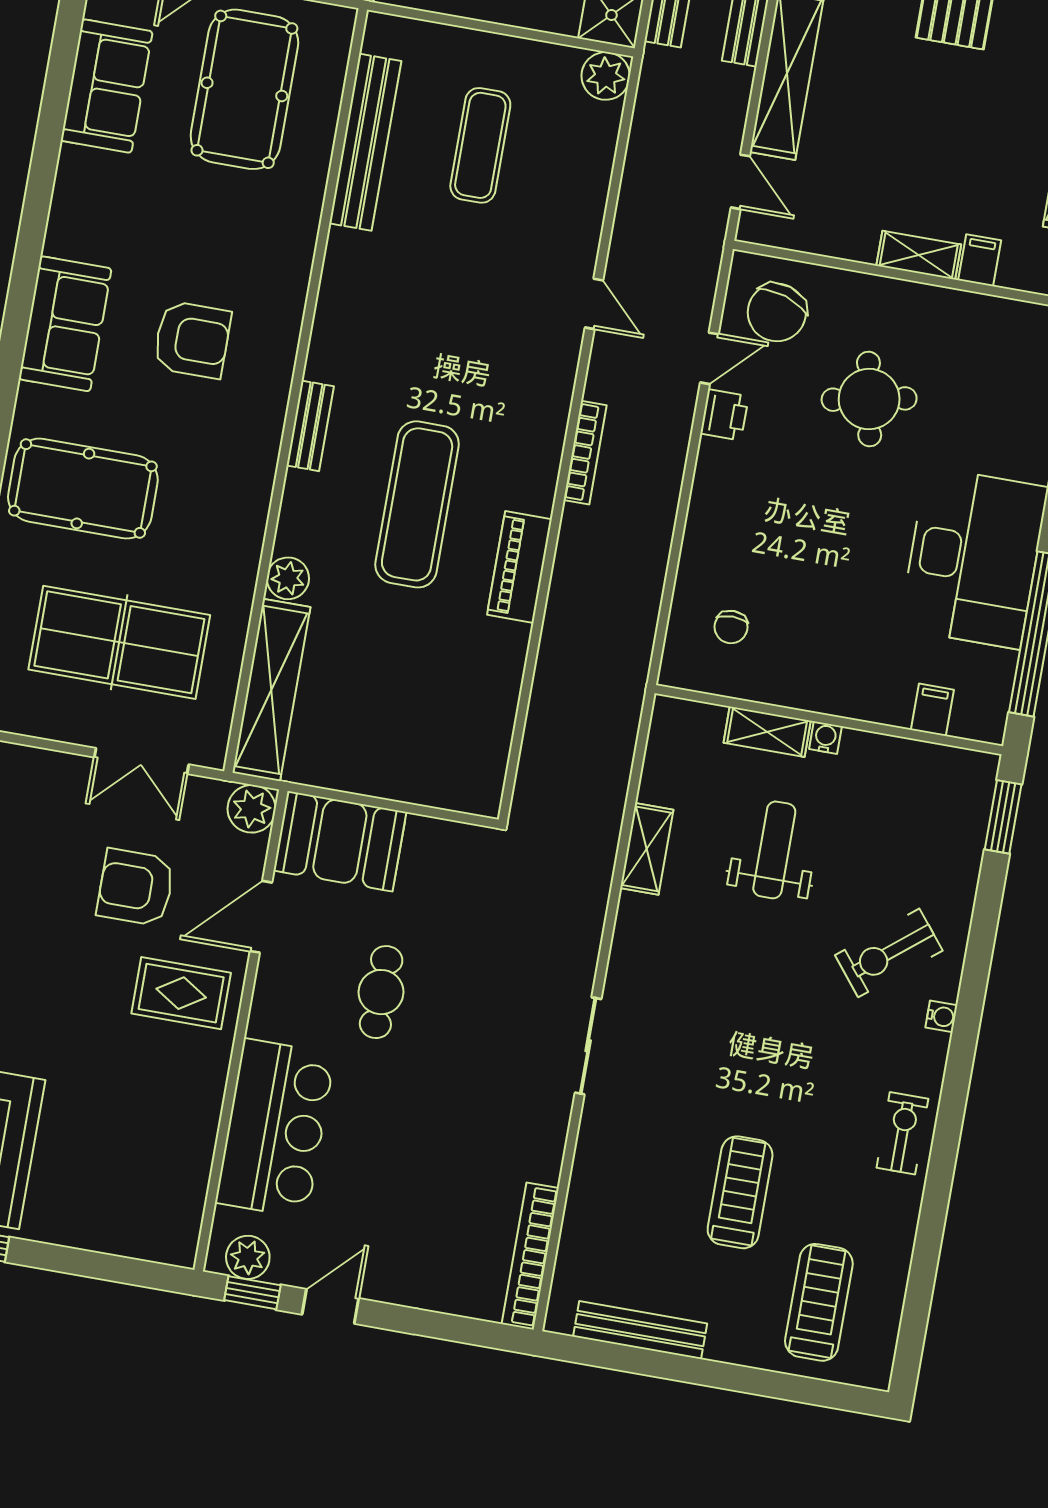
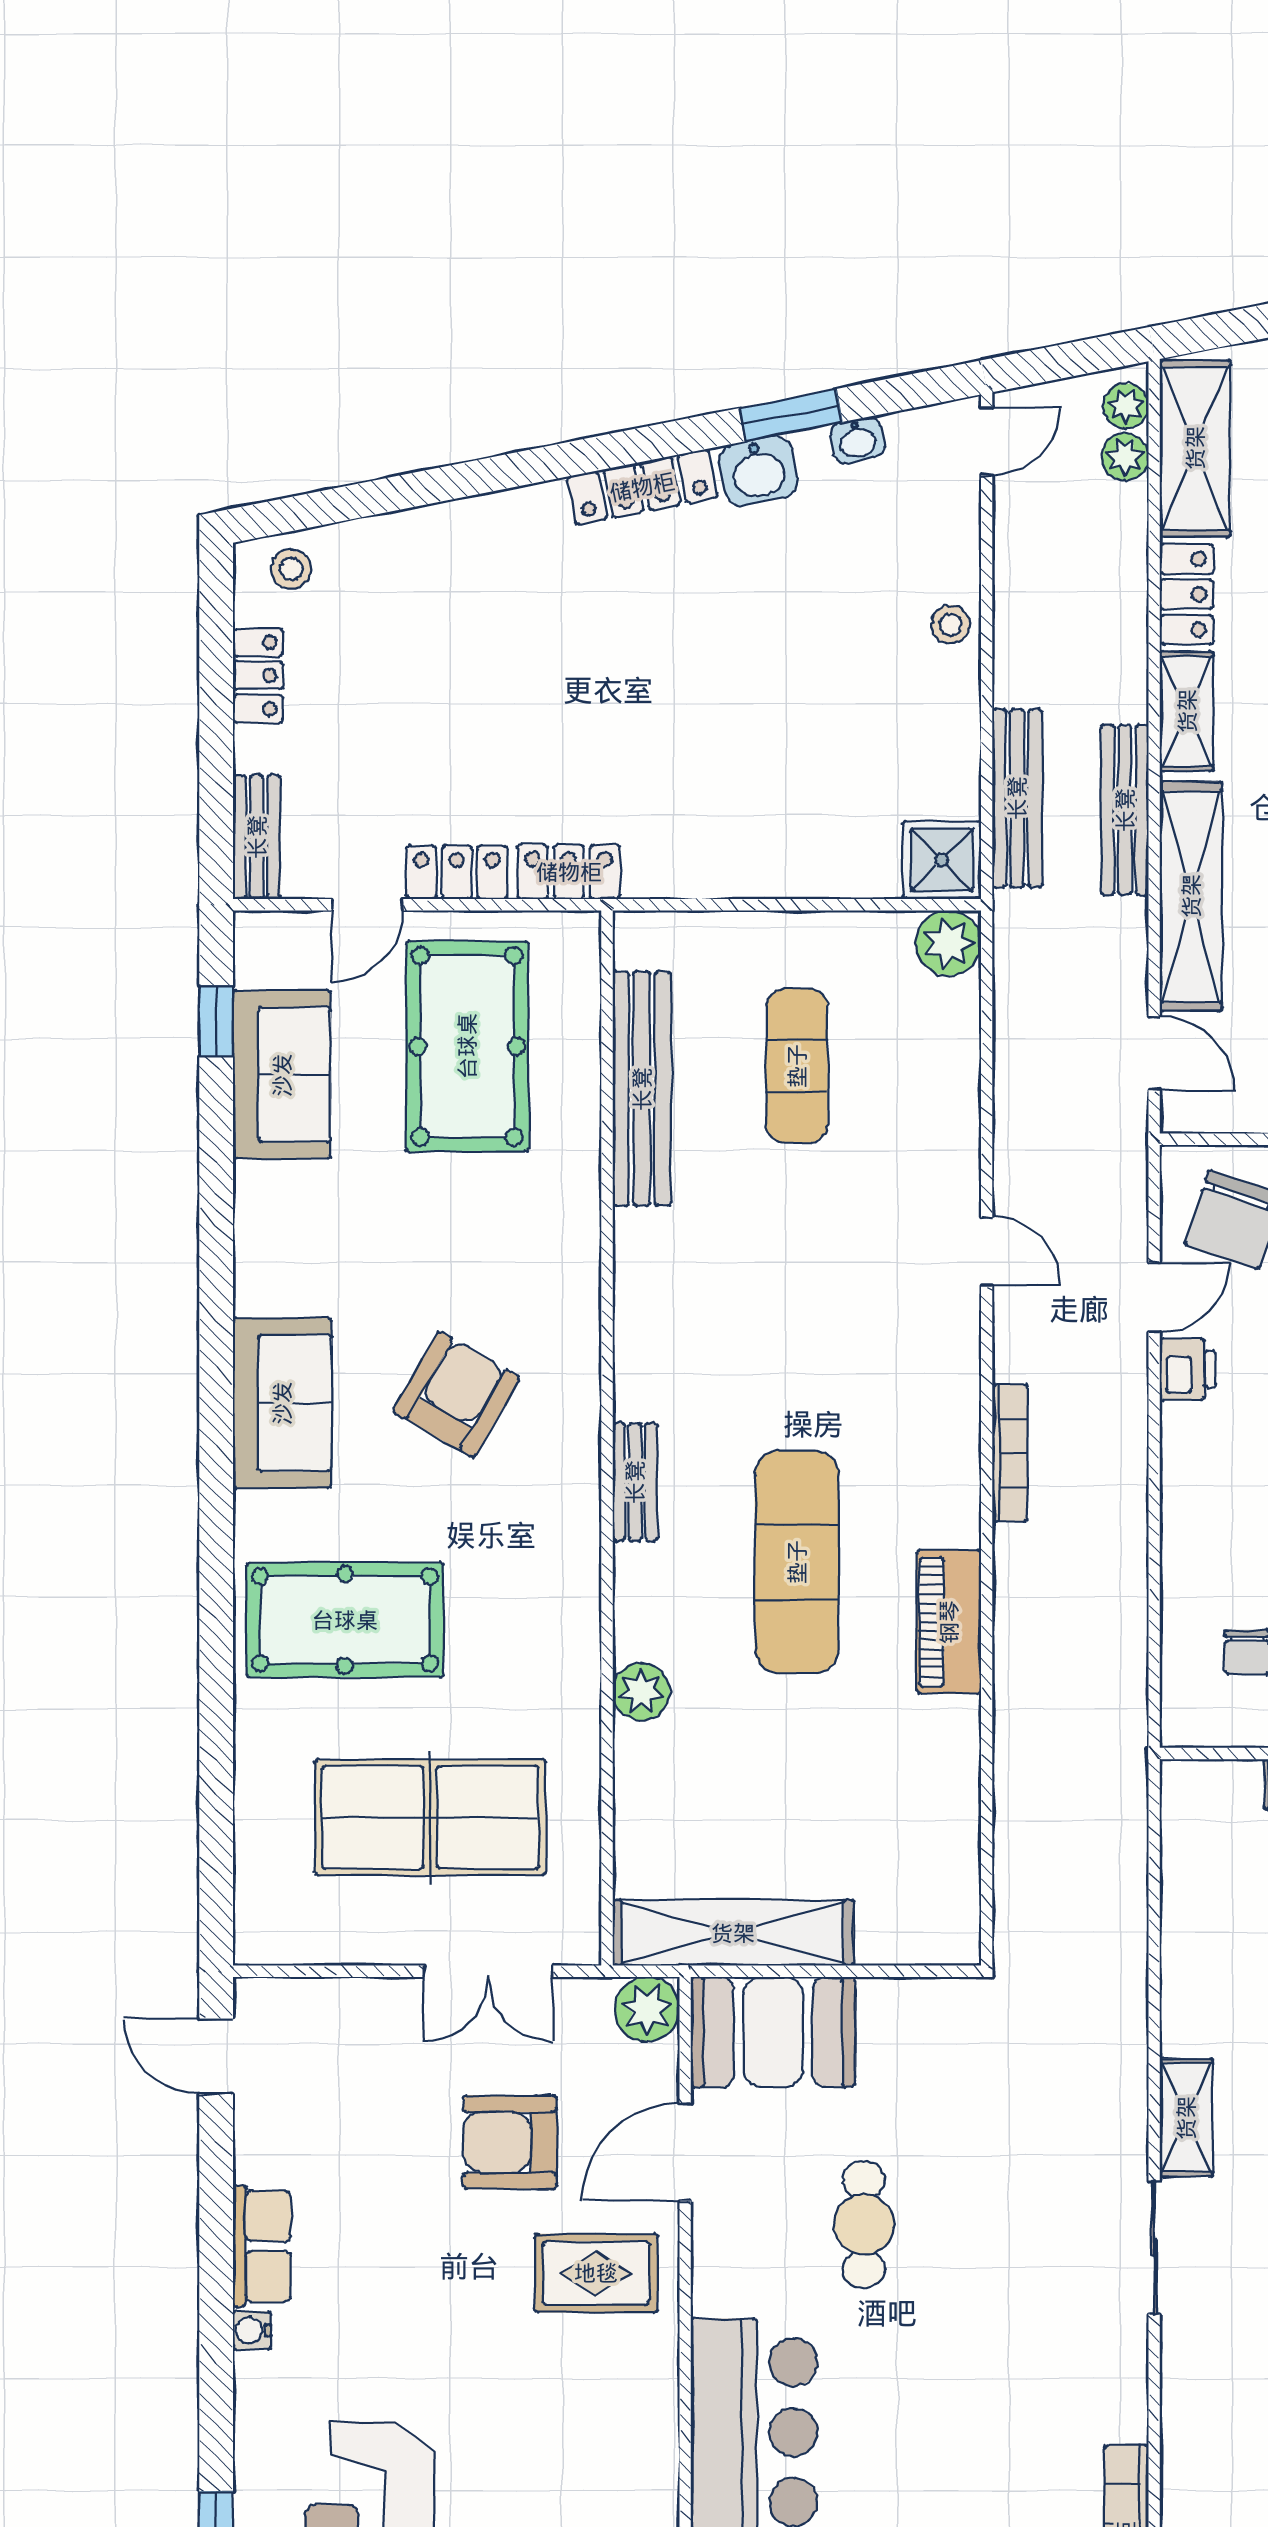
window: (66, 39) -> (216, 1021), added
armchair: (192, 340) -> (456, 1394), turned -60
shelving: (271, 690) -> (733, 1933), moved, turned 90
shelving: (647, 849) -> (1186, 2118), moved

